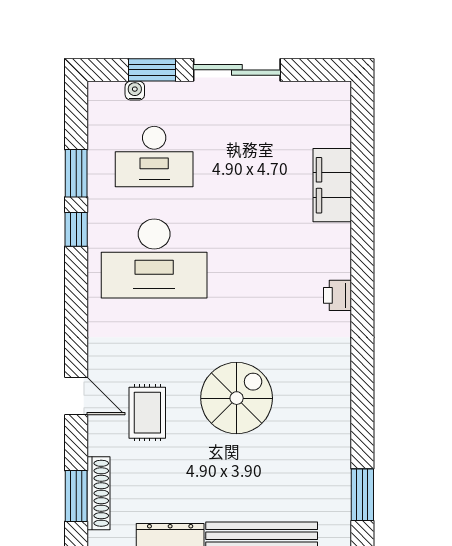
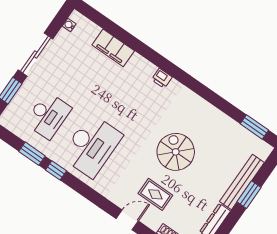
water cooler: (135, 91) -> (69, 25), moved

